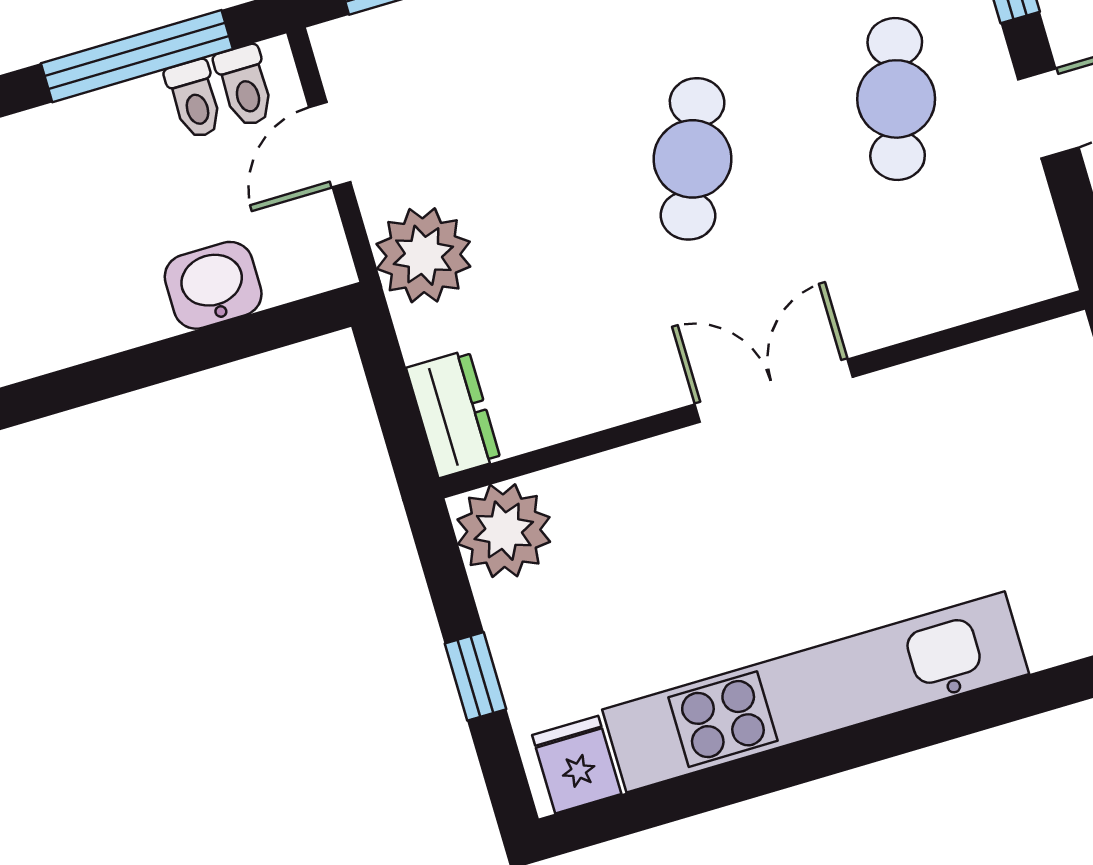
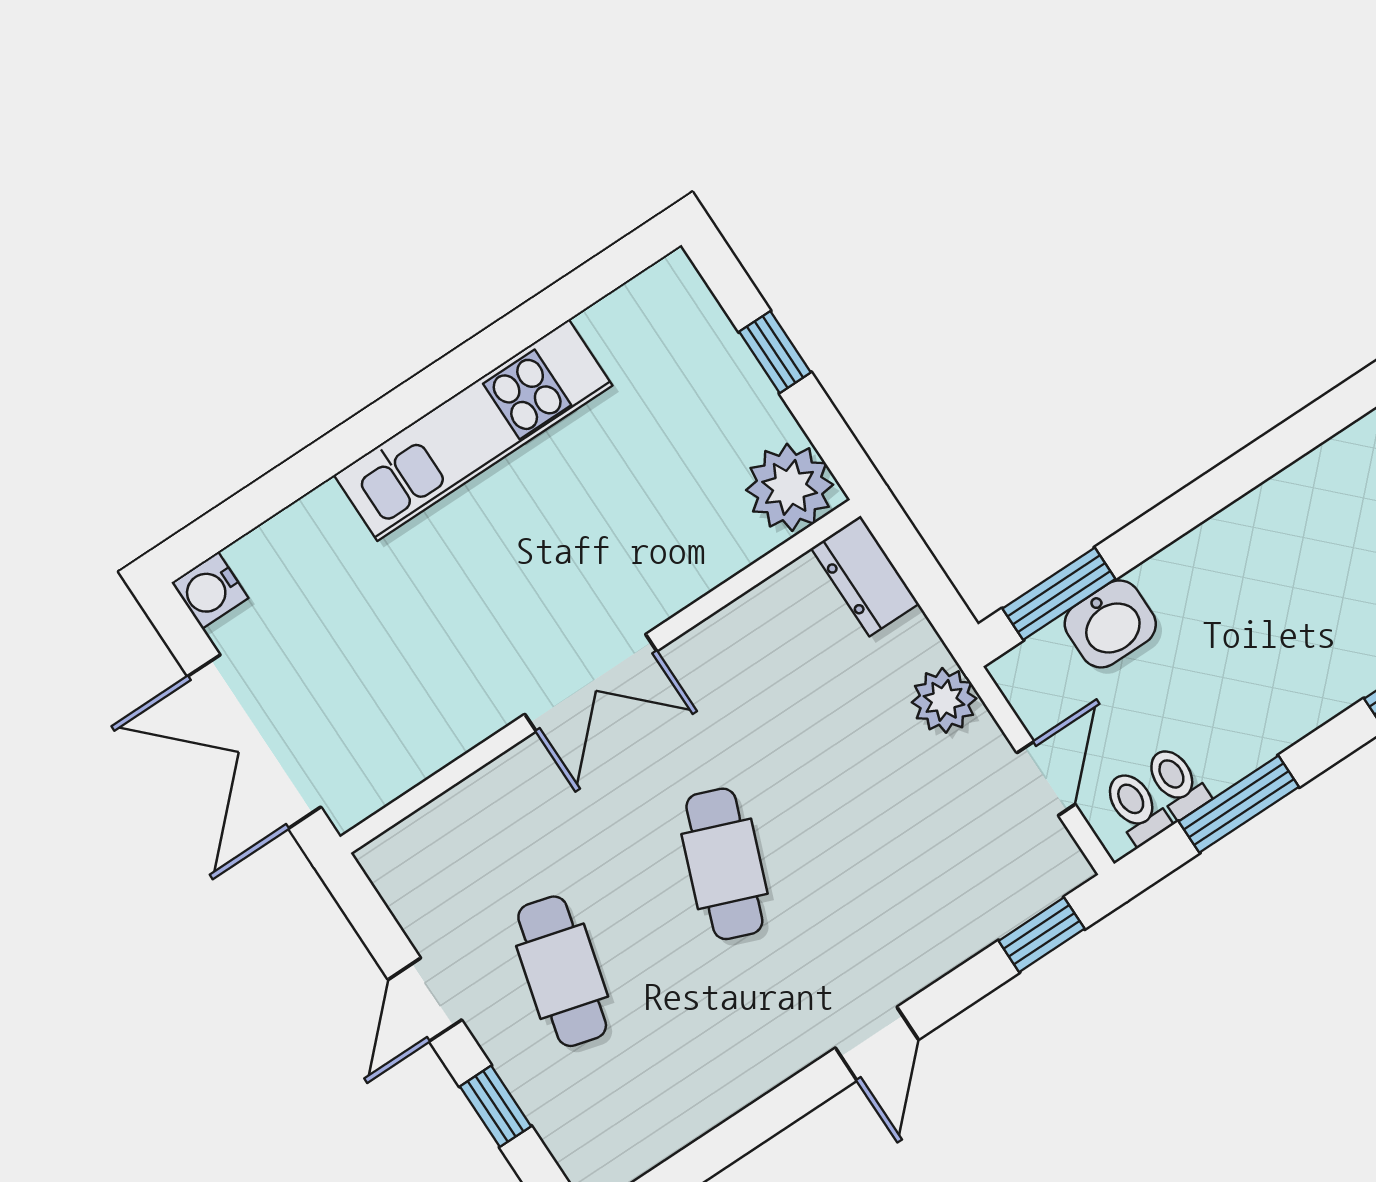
window: (137, 56) -> (1239, 804), width x0.69
plant: (423, 255) -> (944, 700), width x0.73, depth x0.73
window: (257, 333) -> (1059, 594), added
kitchen unit: (816, 692) -> (473, 430), width x0.73
fridge: (577, 765) -> (663, 302), removed

